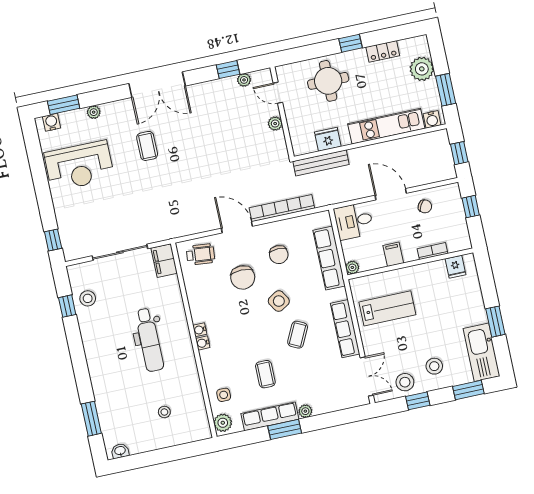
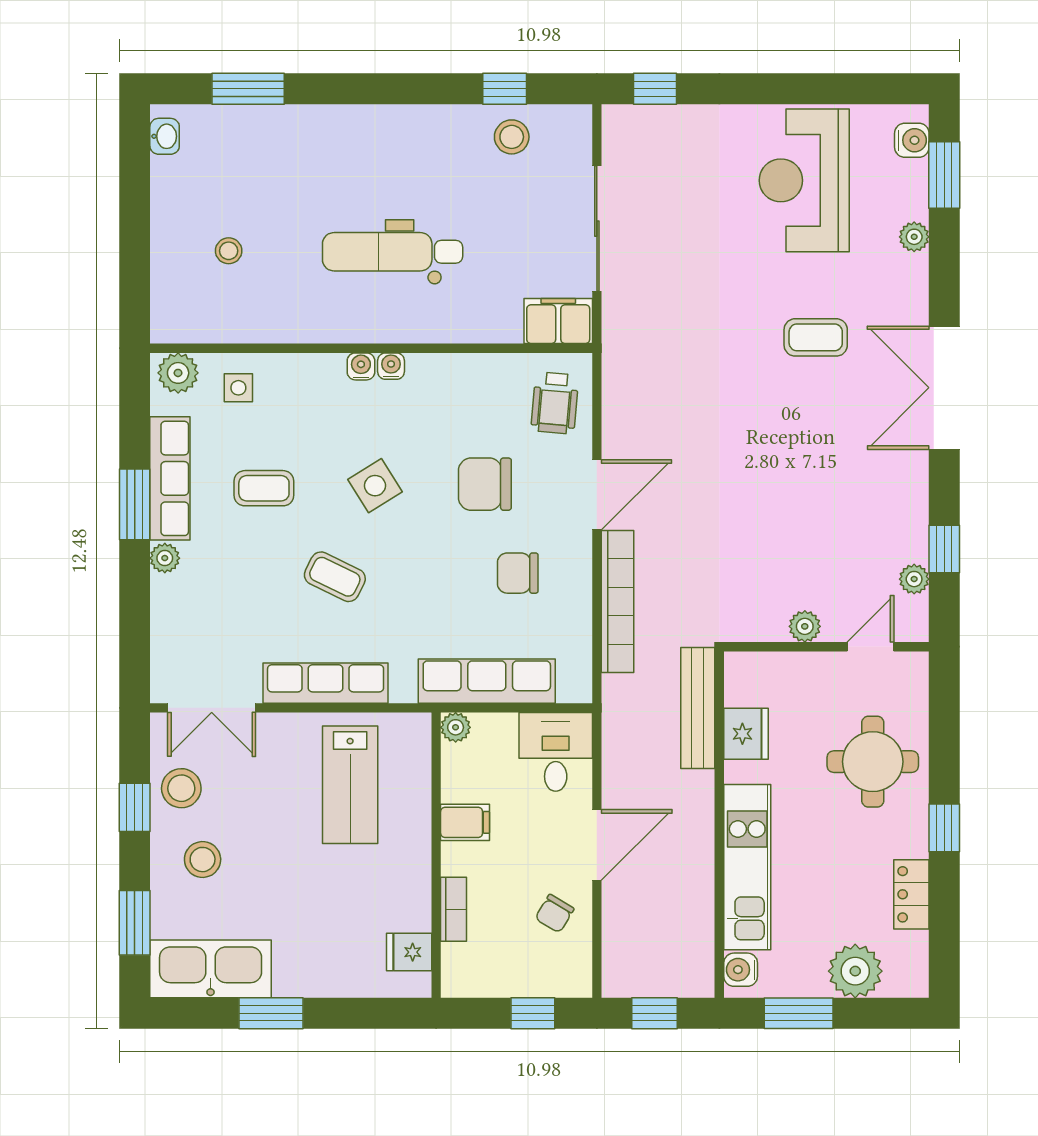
side table: (279, 301) -> (375, 486), moved

